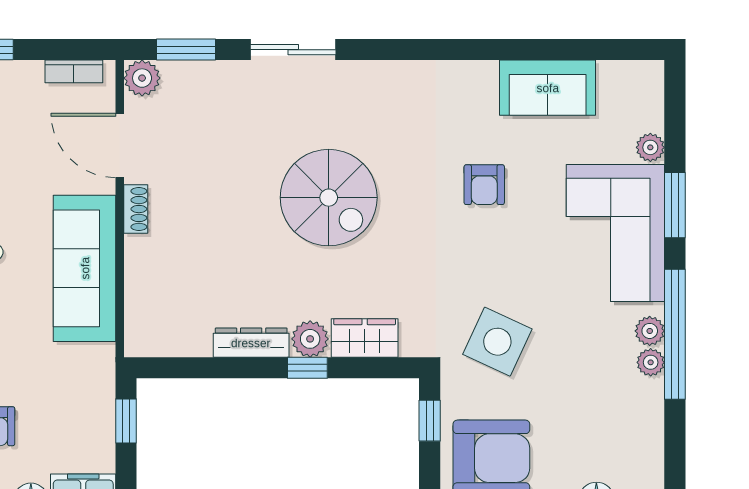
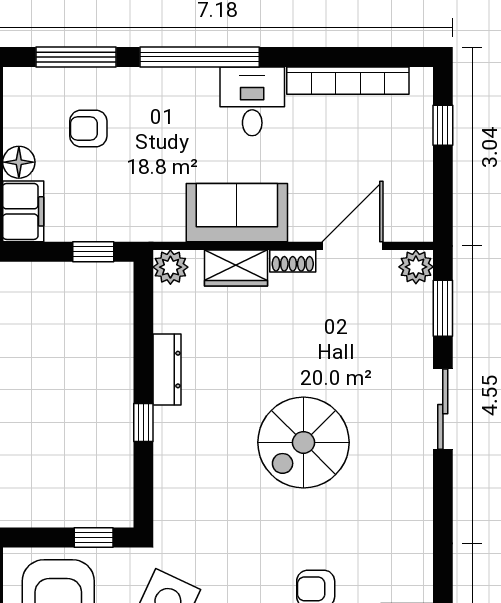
bookcase: (74, 71) -> (422, 203), removed
sofa: (85, 268) -> (237, 213), width x0.73
wardrobe: (365, 338) -> (236, 268), moved, turned 90
plant: (310, 339) -> (170, 267), moved

